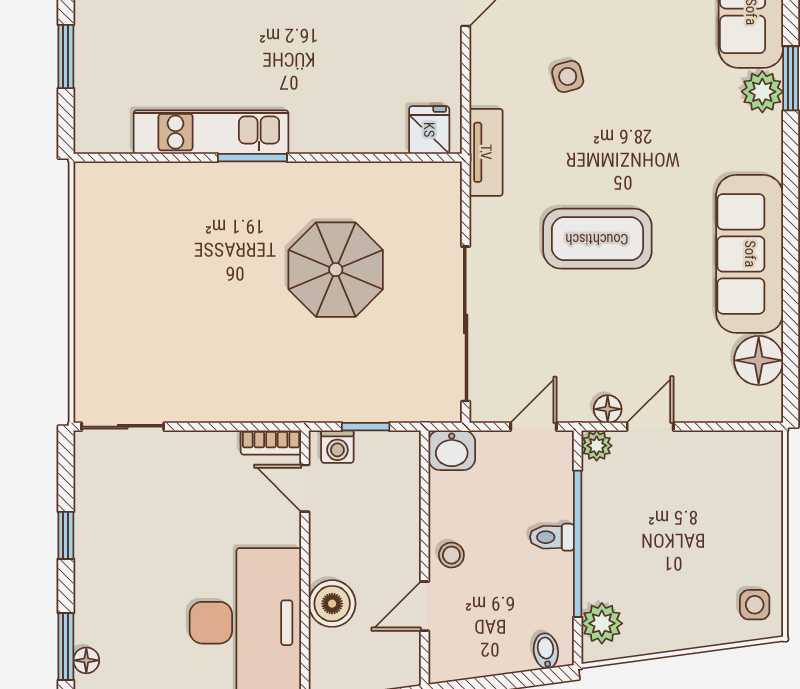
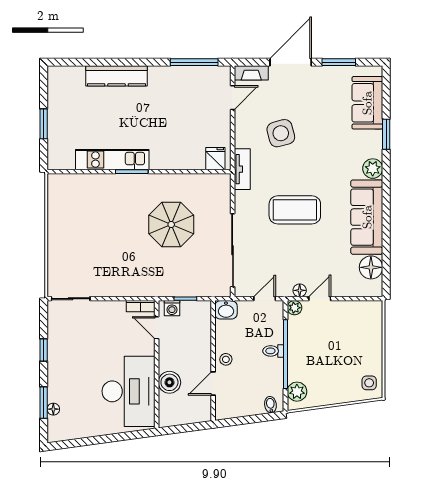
side table: (568, 76) -> (281, 133), width x1.87, depth x1.87
plant: (762, 92) -> (373, 169), moved

